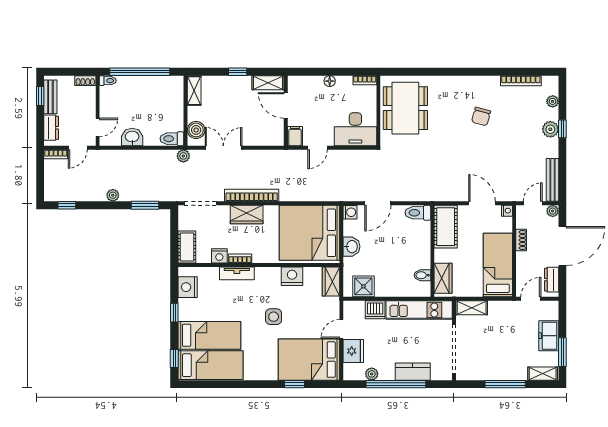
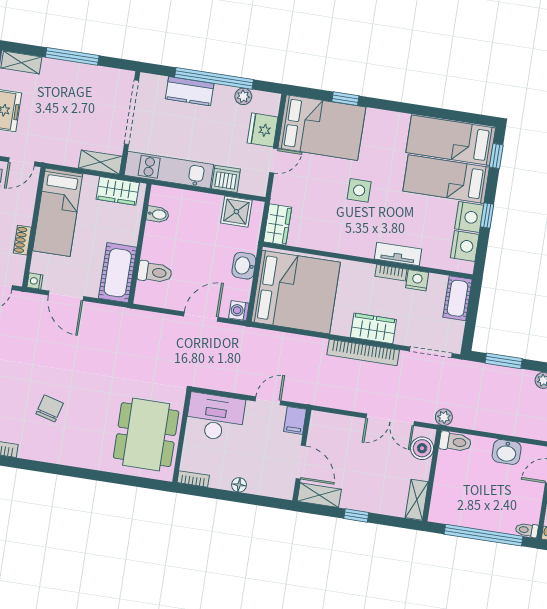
toilet: (418, 213) -> (155, 272), moved
nightstand: (292, 276) -> (469, 217), moved, turned -90
wardrobe: (443, 278) -> (118, 191), moved, turned -90

